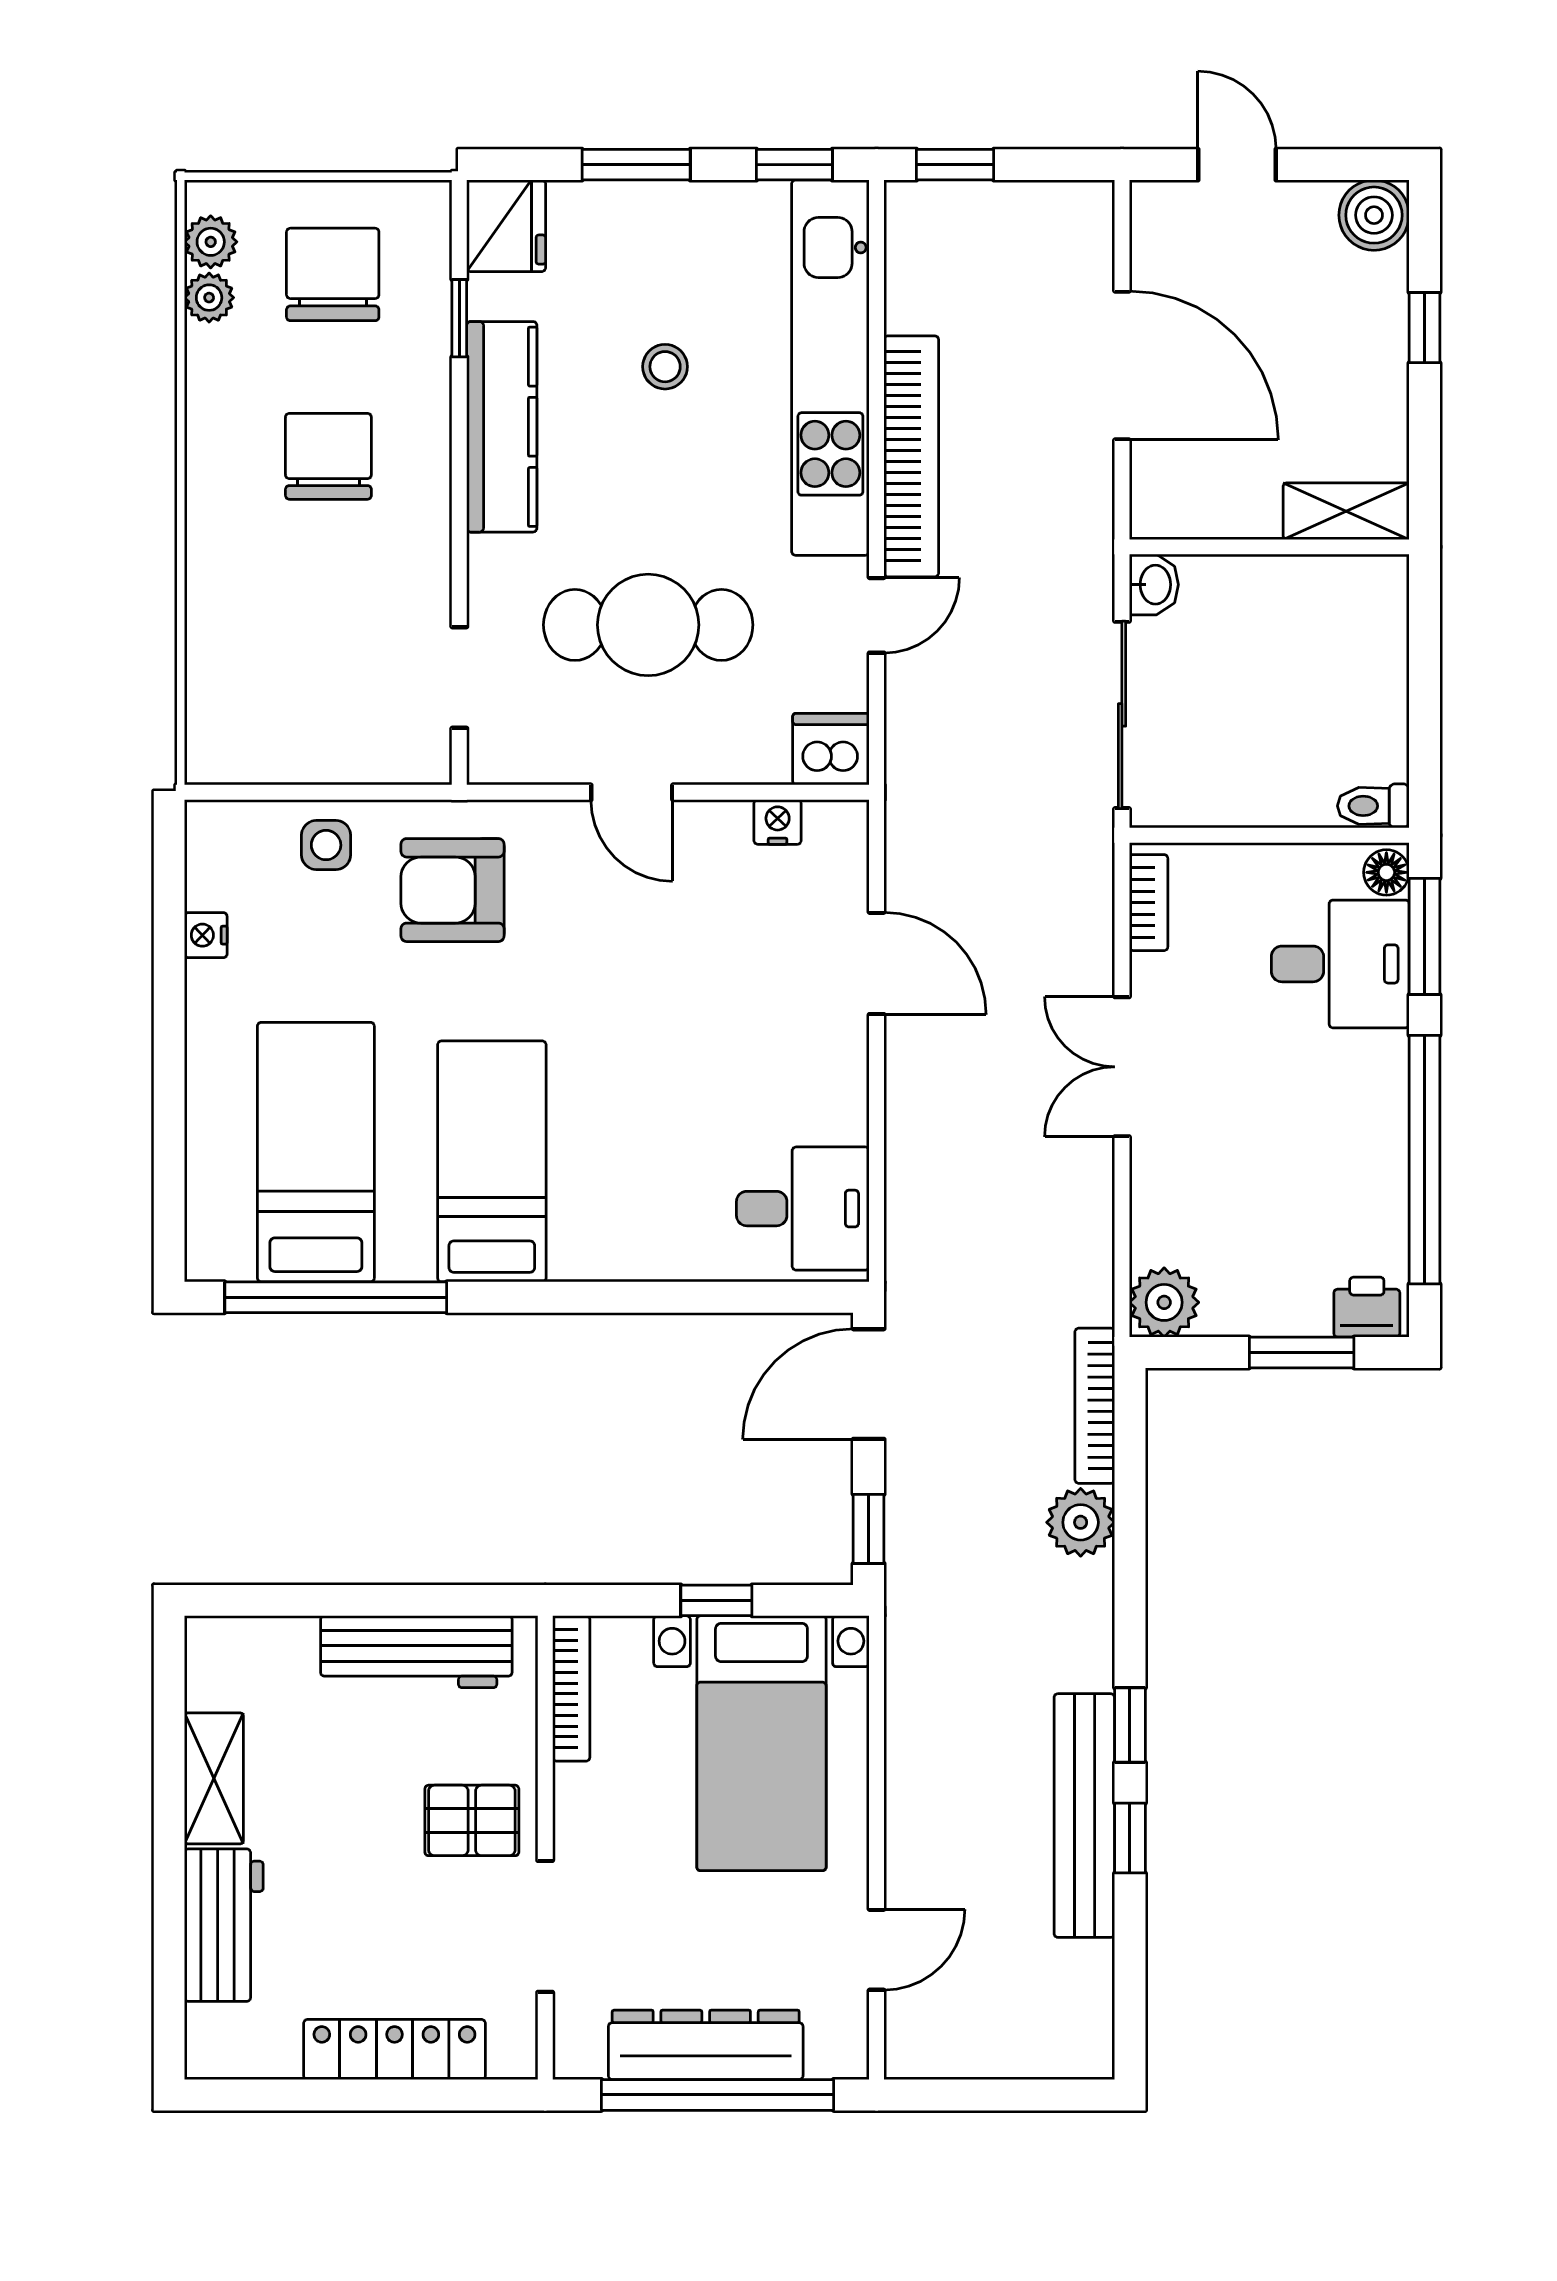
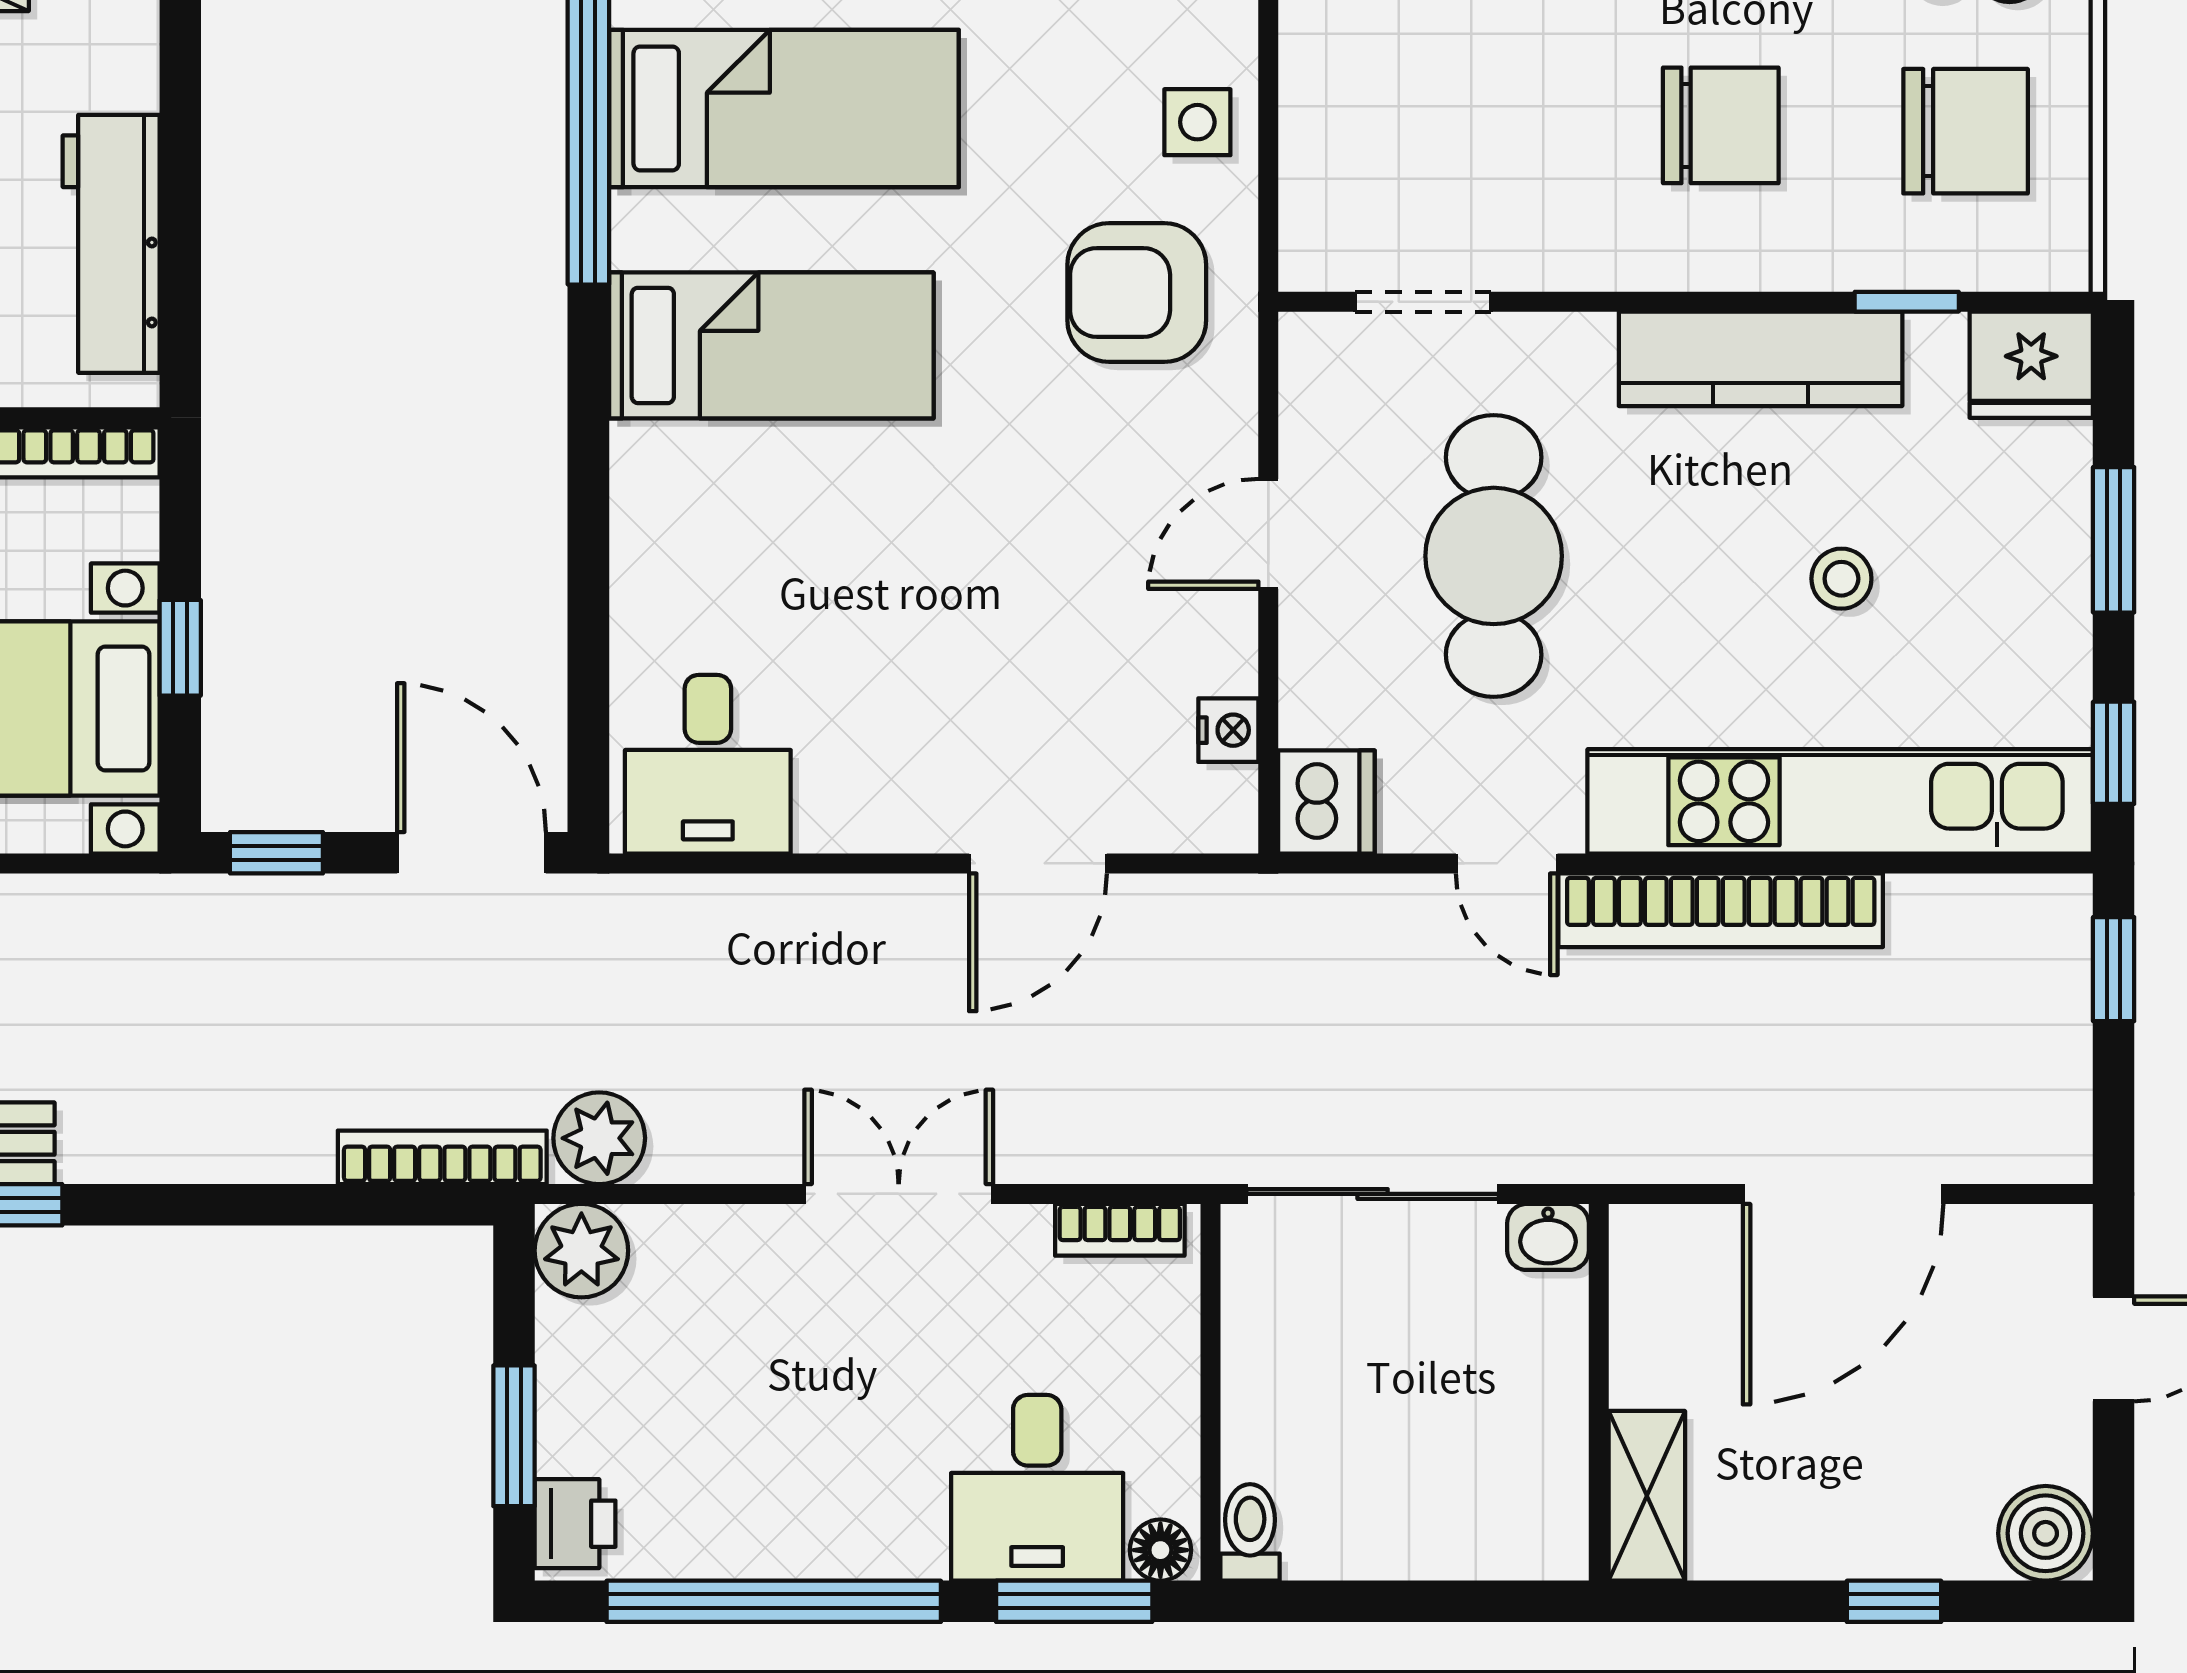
armchair: (453, 890) -> (1137, 292), turned -90
plant: (1081, 1522) -> (599, 1138), moved

